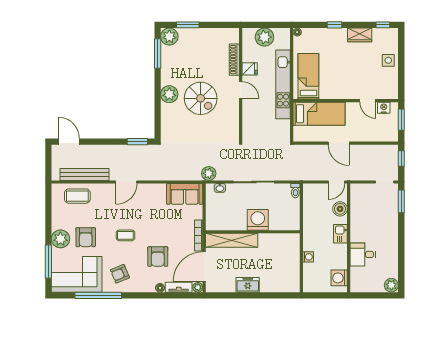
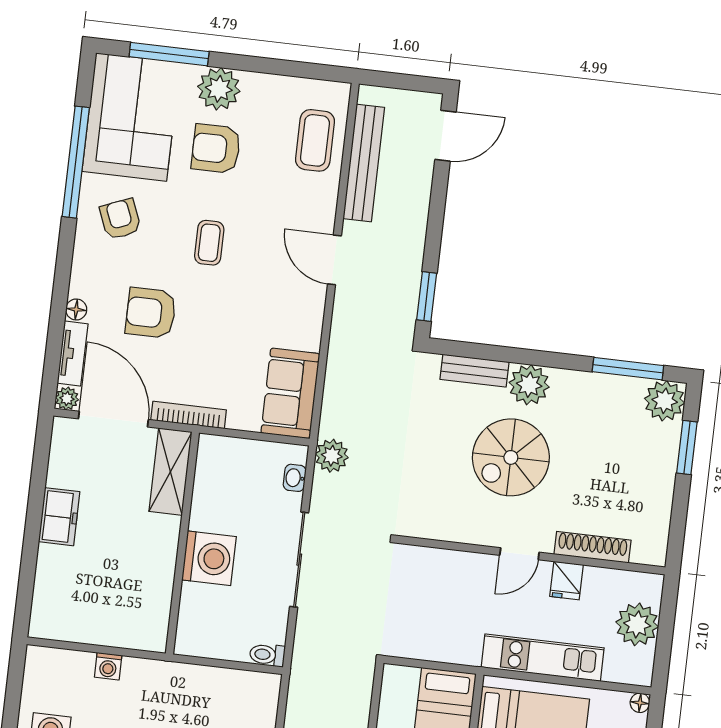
kitchen unit: (283, 84) -> (543, 658), width x0.73
bench: (166, 118) -> (474, 371), added
shelving: (232, 240) -> (170, 472), width x0.68

